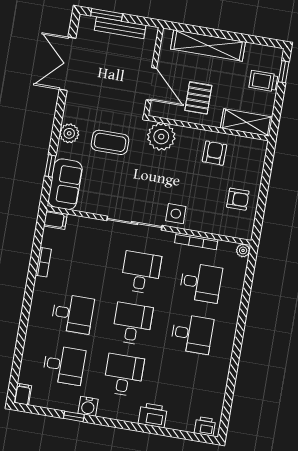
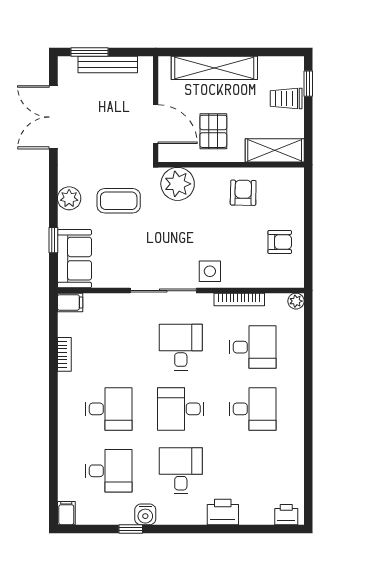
desk: (132, 324) -> (181, 409), turned -90

